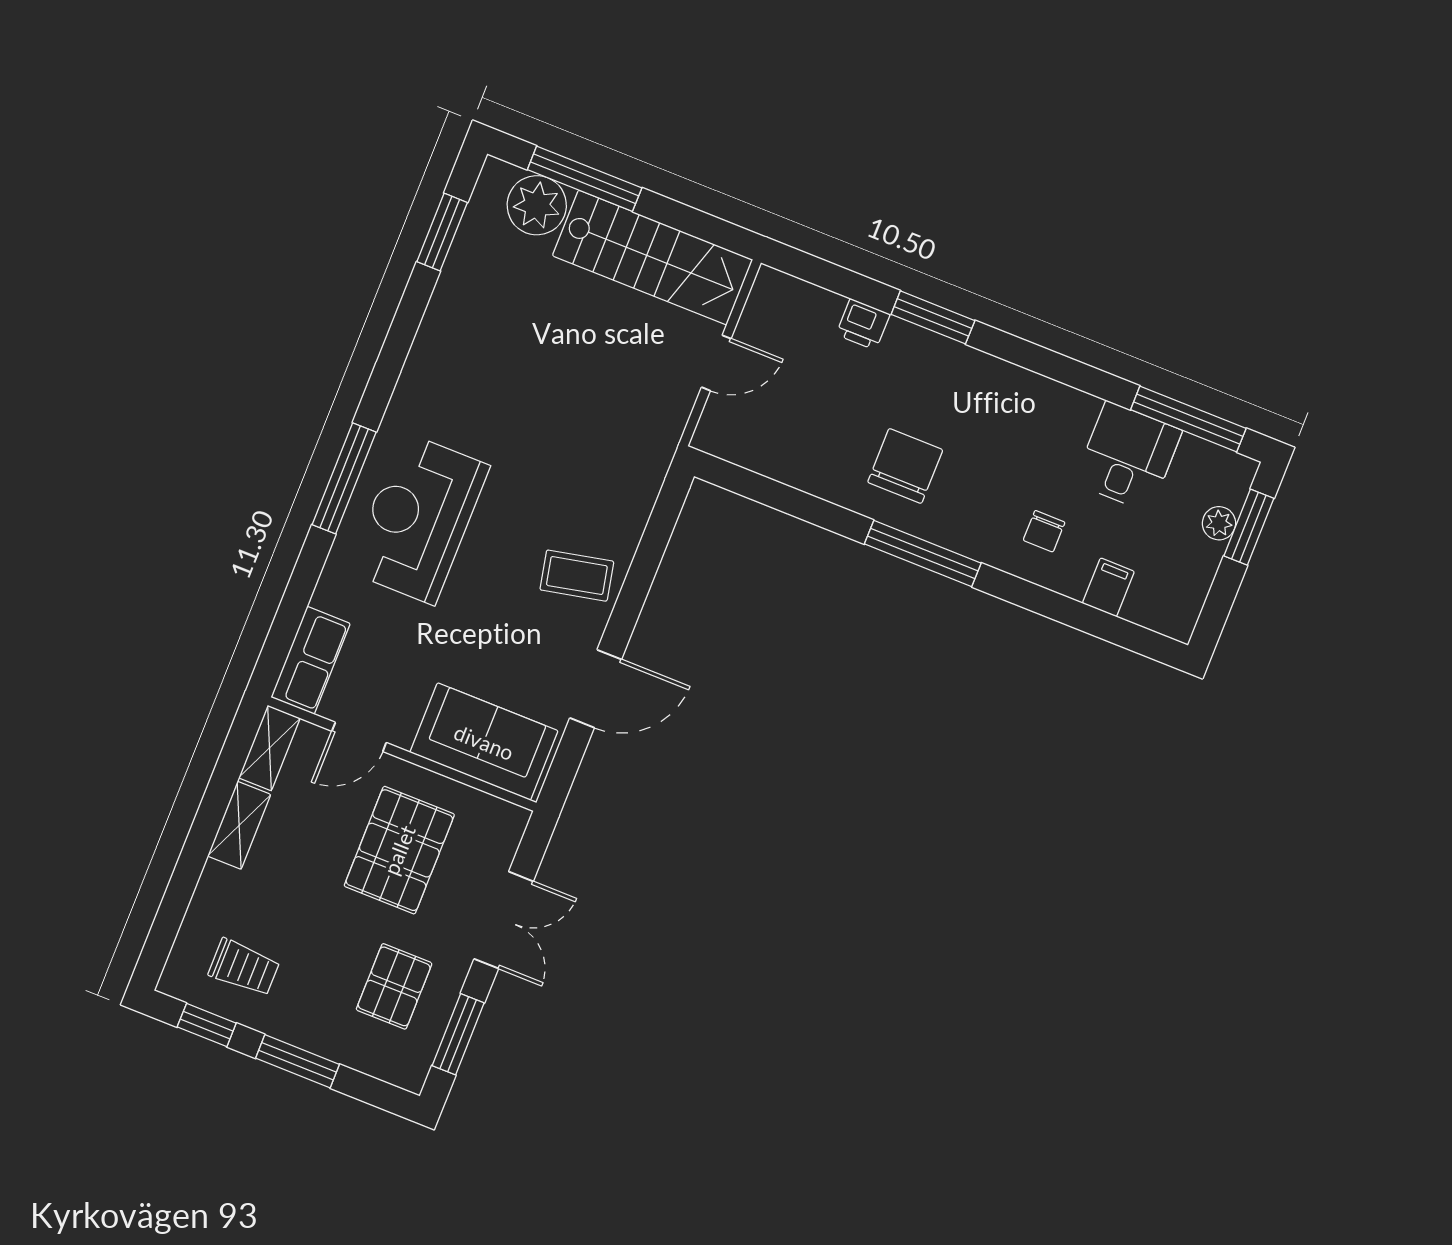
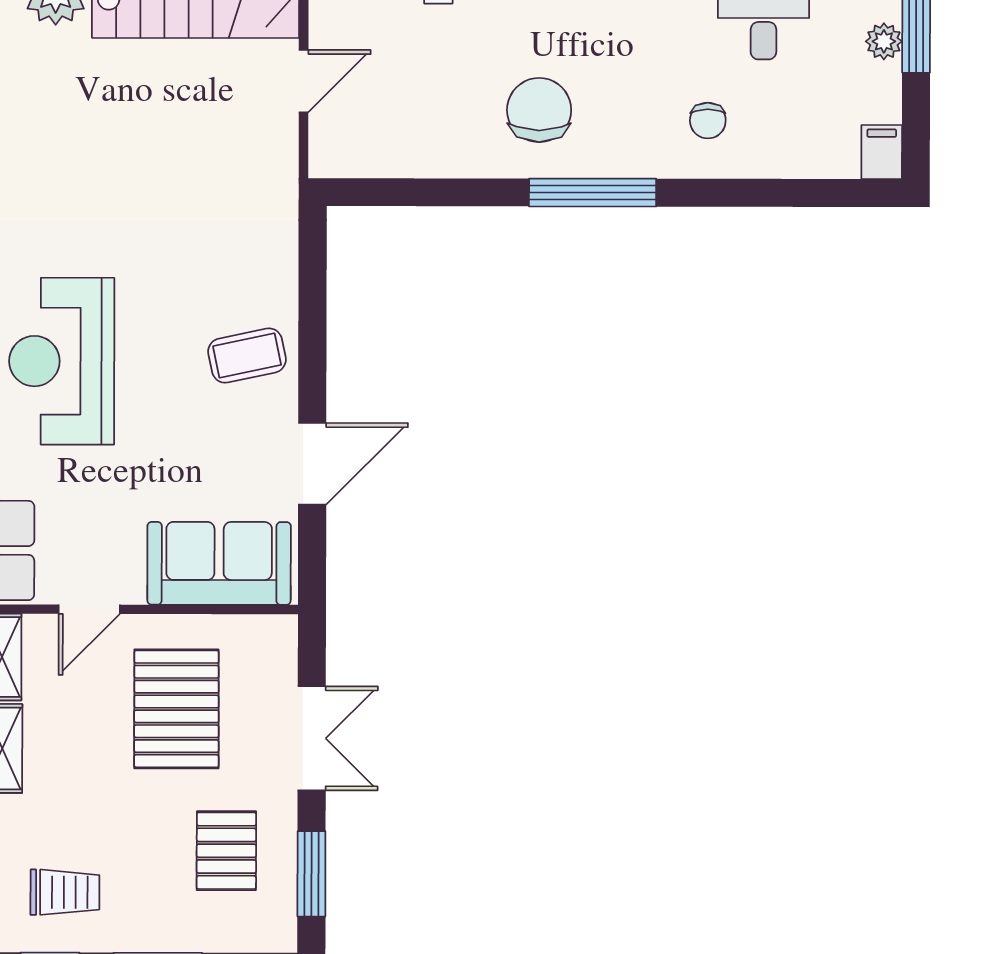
filing cabinet: (1108, 587) -> (882, 152), moved

